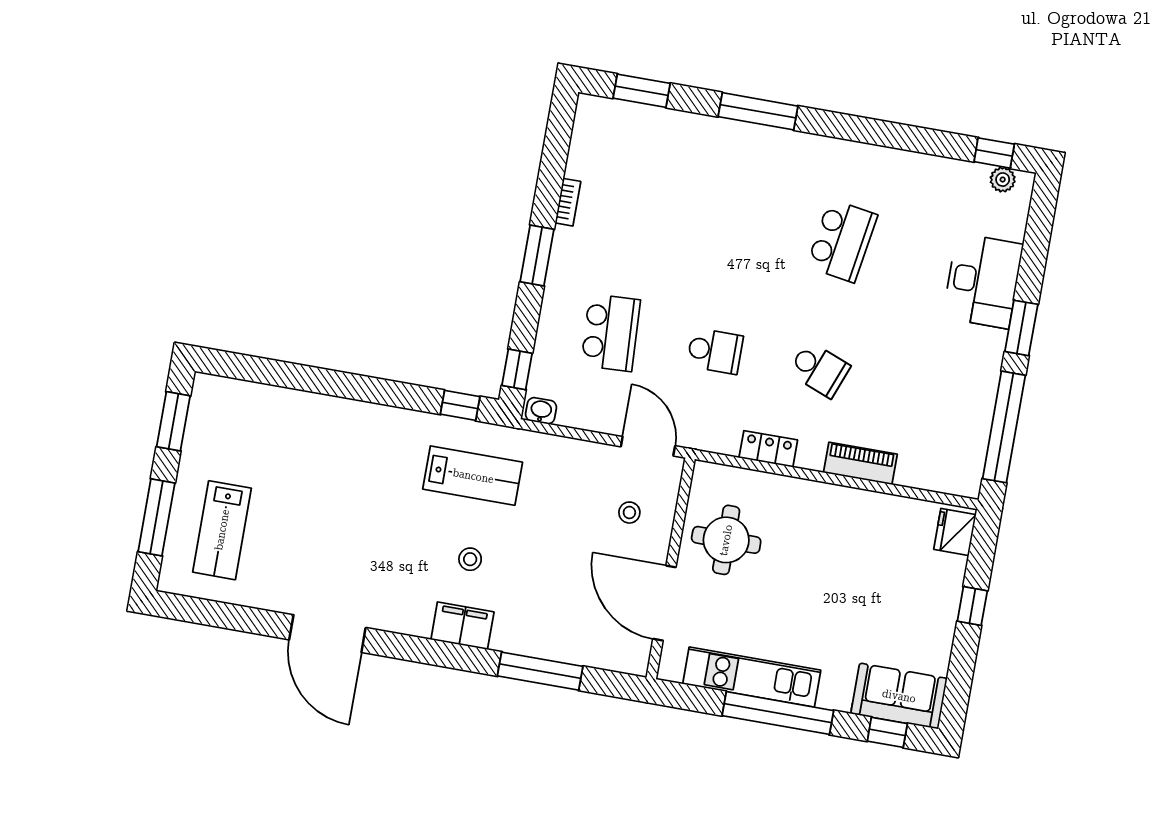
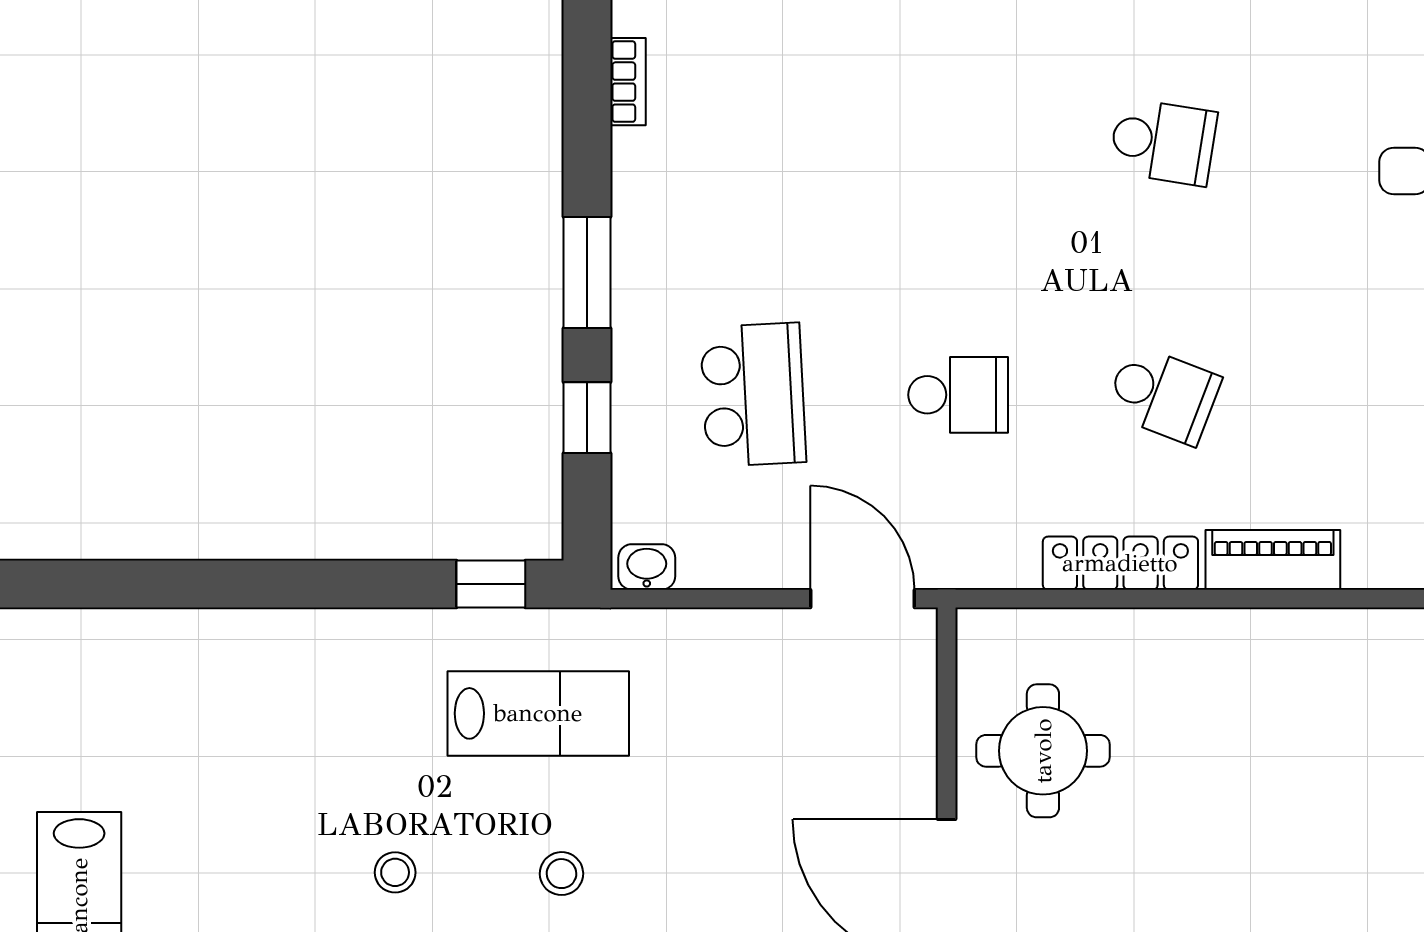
bookcase: (568, 202) -> (628, 82), moved
school desk: (842, 241) -> (1163, 142), width x0.54
window: (517, 369) -> (587, 418), moved
locker: (768, 449) -> (1120, 563), width x1.53
stool: (629, 513) -> (395, 872), moved

